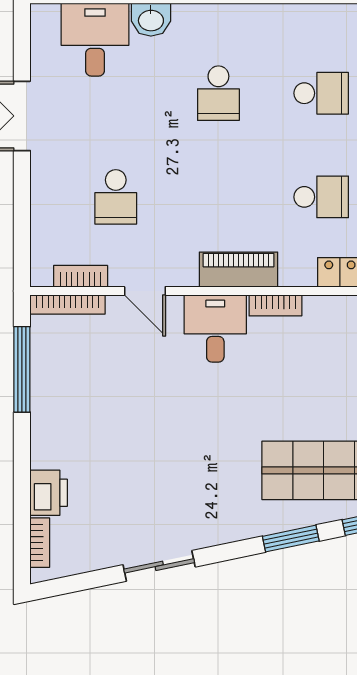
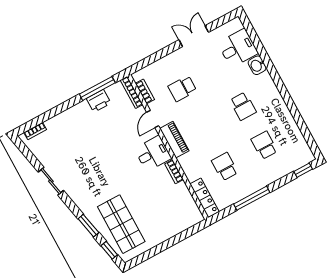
school desk: (218, 93) -> (243, 106), turned -90
school desk: (321, 93) -> (264, 145), turned 180
school desk: (321, 197) -> (225, 167), turned 180
piano: (238, 270) -> (174, 140), moved
printer: (49, 493) -> (99, 101), moved

